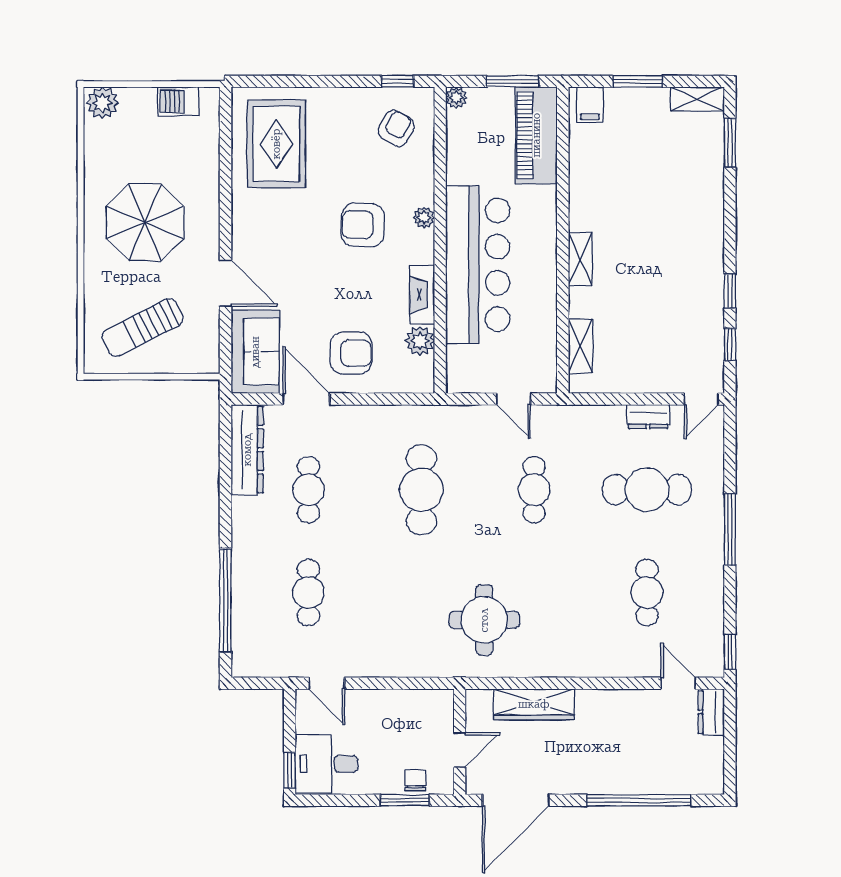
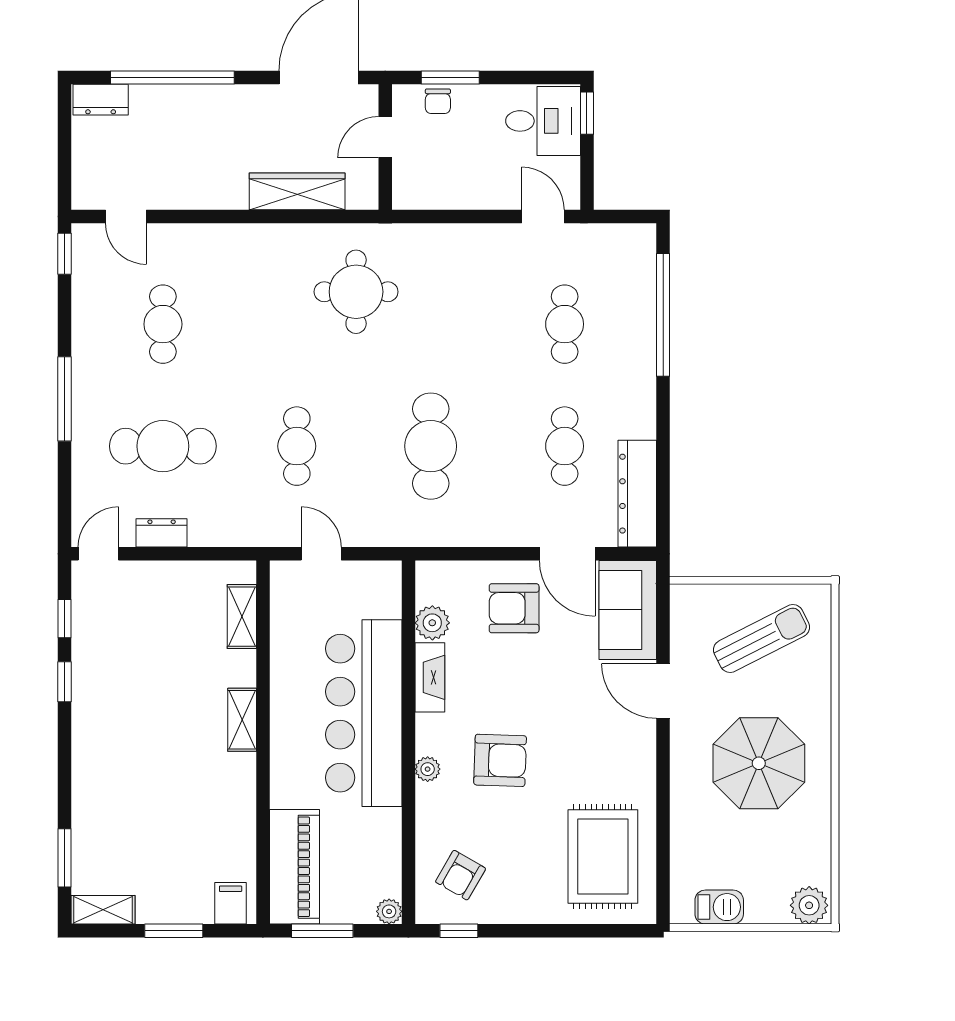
dresser: (711, 712) -> (101, 100), moved, turned 90

